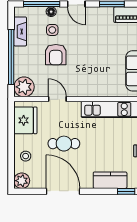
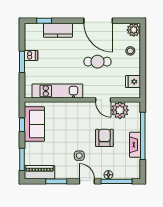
side table: (52, 30) -> (79, 156), moved
fireplace: (20, 31) -> (135, 145), moved
plant: (24, 87) -> (120, 110), moved
fridge: (25, 120) -> (133, 82), width x0.53, depth x0.75

